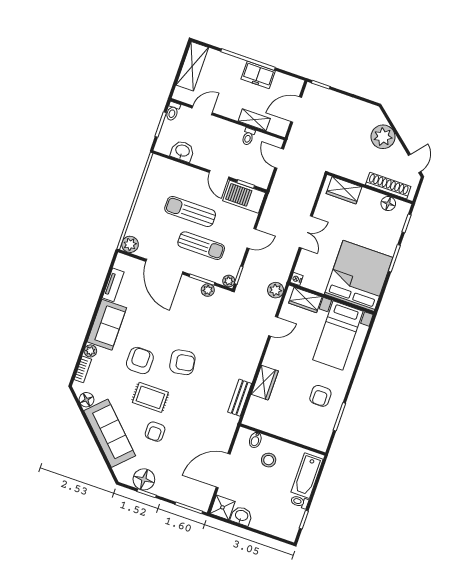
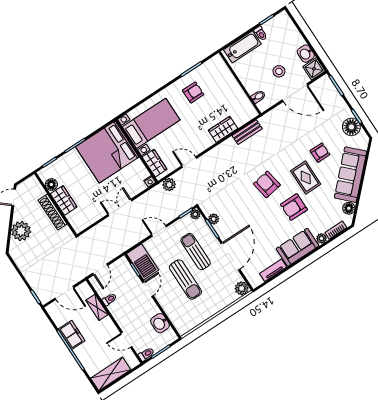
shoe rack: (388, 186) -> (53, 212), moved
wardrobe: (344, 190) -> (64, 200), moved
stool: (269, 460) -> (279, 71), moved

